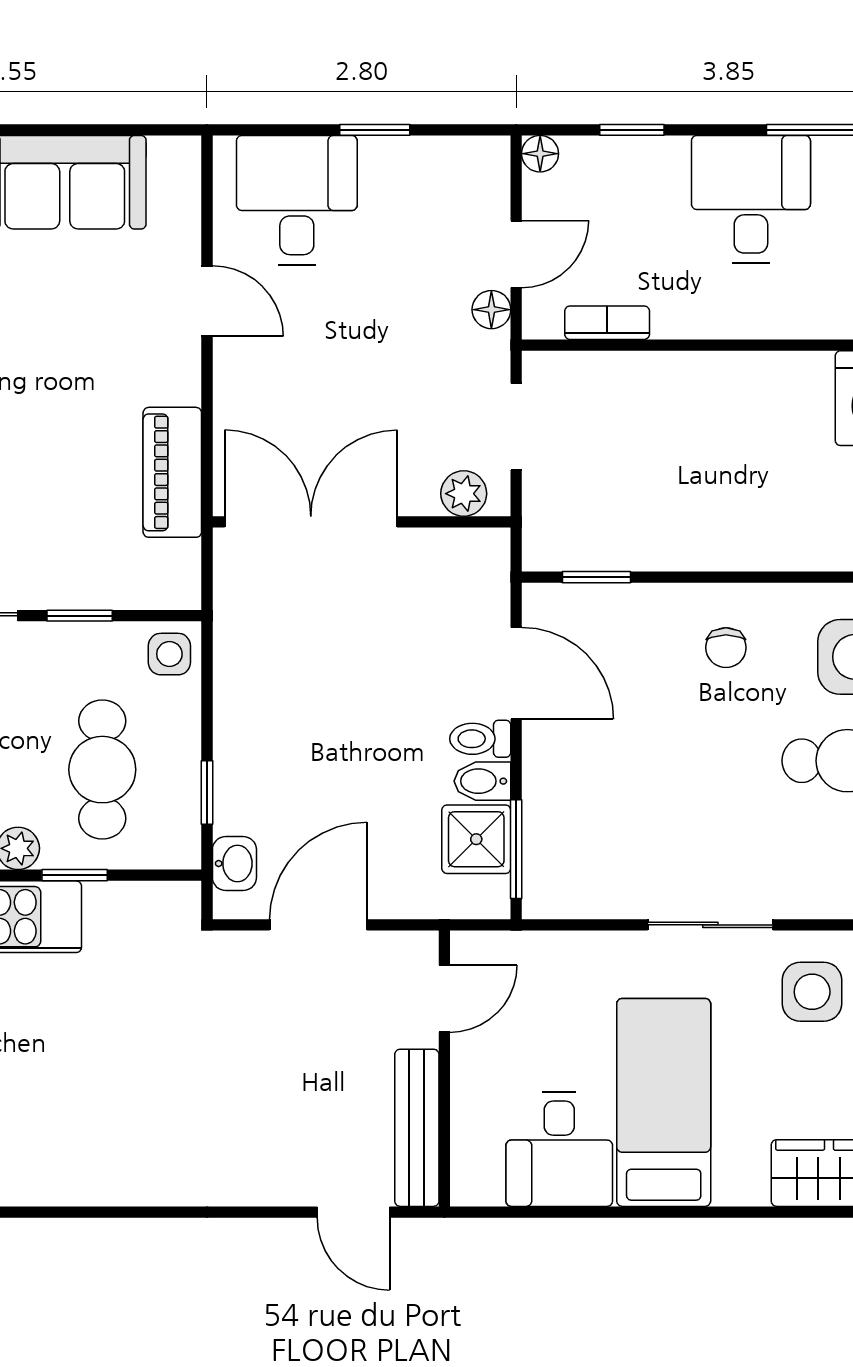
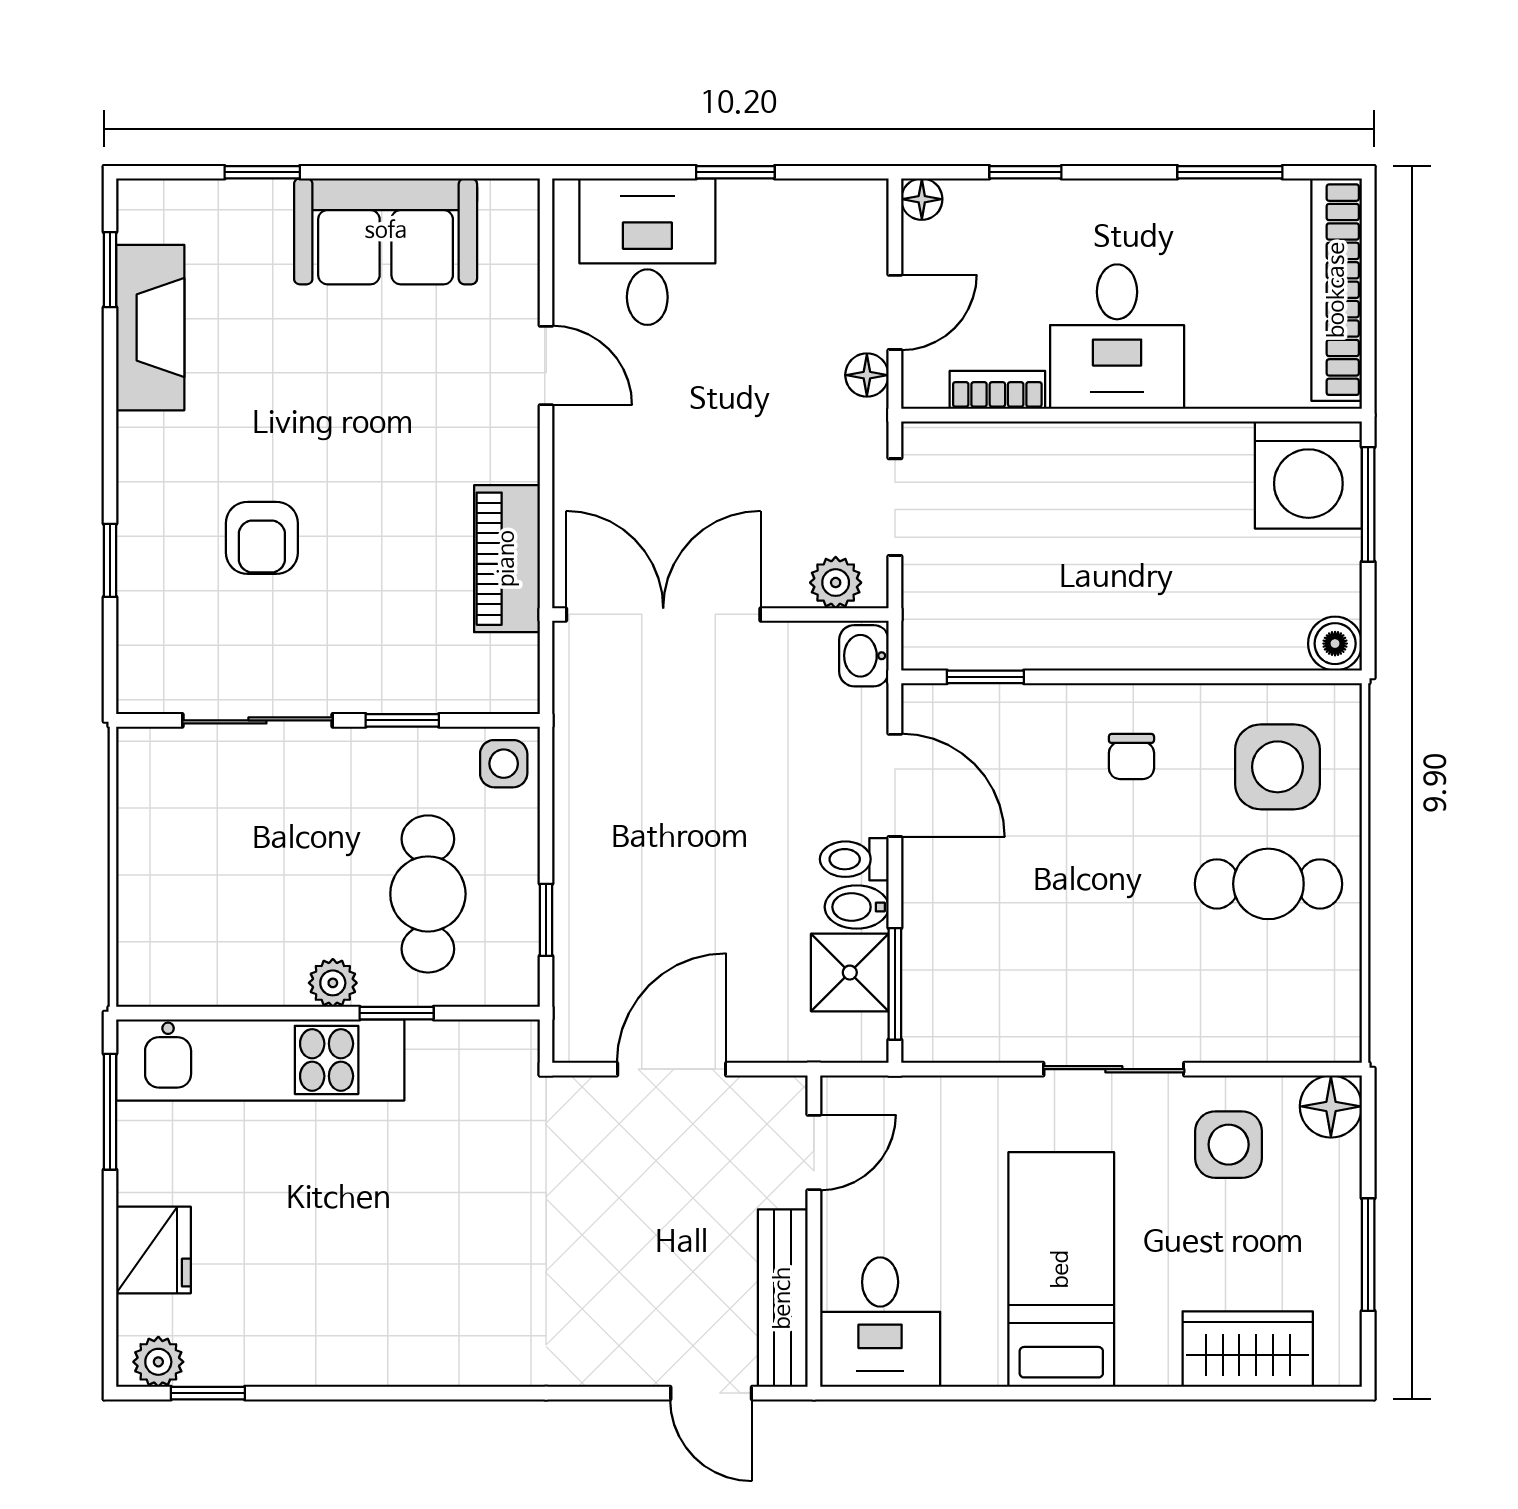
desk: (751, 199) -> (1117, 337), moved, turned 180
washbasin: (234, 864) -> (864, 656), moved, turned 180
desk: (559, 1149) -> (880, 1322), moved

